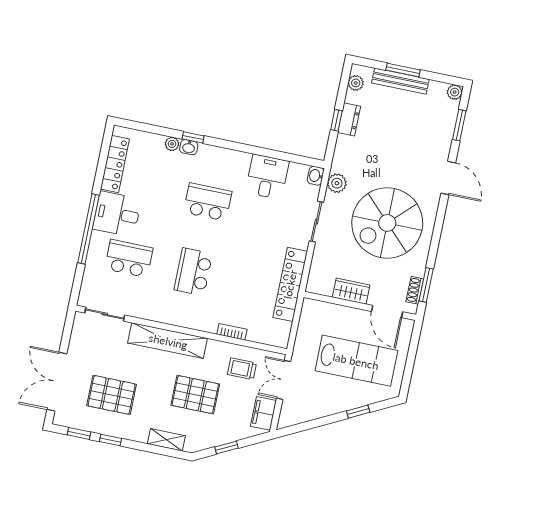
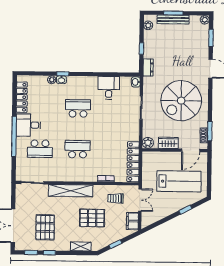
dresser: (349, 119) -> (148, 67), moved
plant: (337, 183) -> (148, 143), moved
school desk: (129, 258) -> (40, 149), turned 180
school desk: (193, 272) -> (78, 149), turned 90
locker: (290, 284) -> (133, 162), moved
door: (387, 312) -> (191, 150), hinge flipped
double door: (284, 380) -> (140, 200), swing flipped
pallet: (112, 395) -> (45, 227), turned 90

